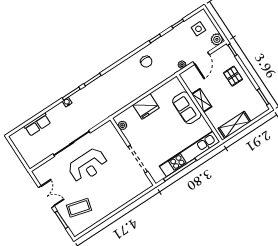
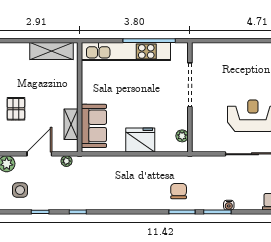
chair: (146, 62) -> (179, 191), moved
shelving: (202, 100) -> (71, 124), moved
sofa: (187, 108) -> (94, 126), moved

